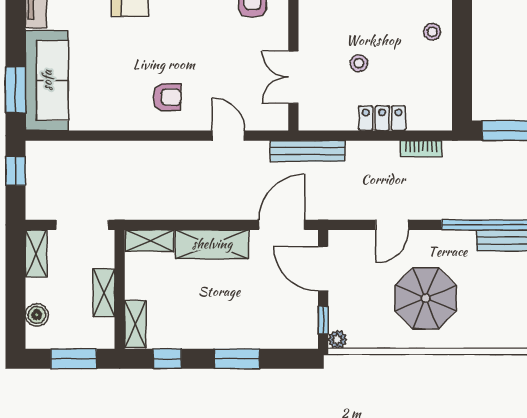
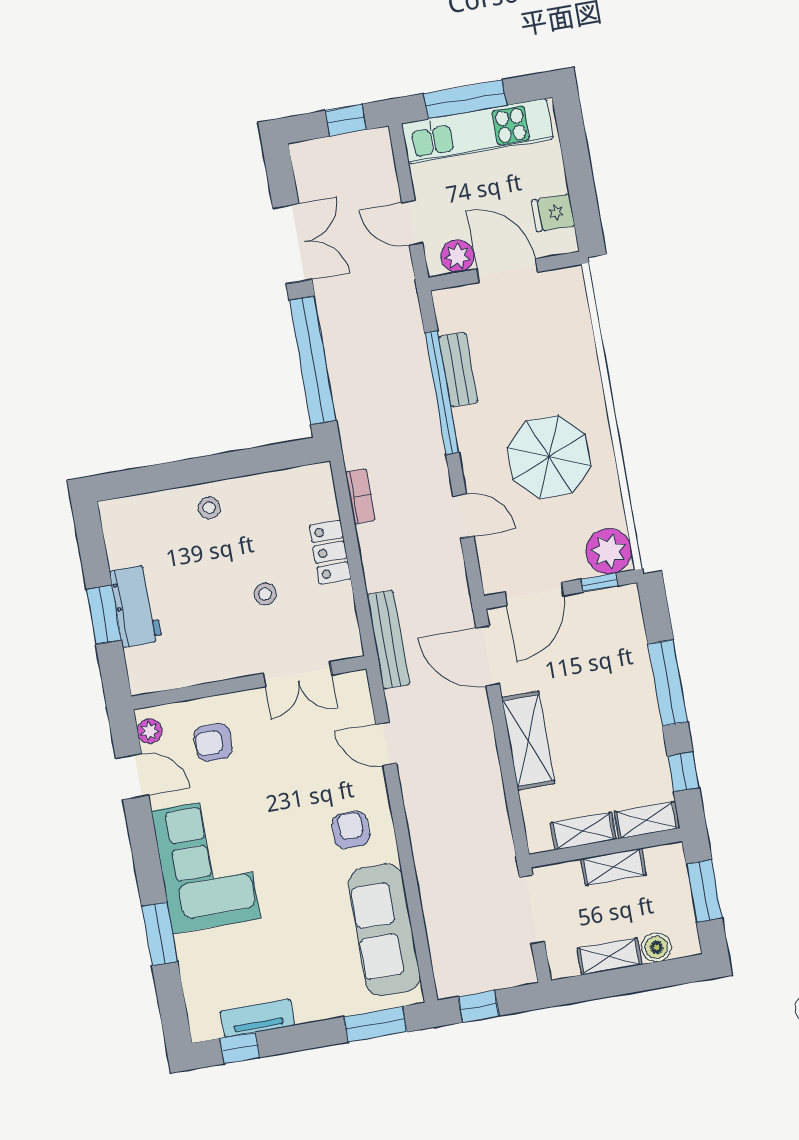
sofa: (47, 80) -> (384, 930), moved, turned -90
door: (228, 136) -> (386, 744), hinge flipped
shelving: (149, 241) -> (583, 831), moved, turned 90
shelving: (36, 253) -> (610, 956), moved
plant: (337, 339) -> (609, 551), width x1.88, depth x1.88
window: (237, 359) -> (668, 683), width x1.44

